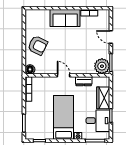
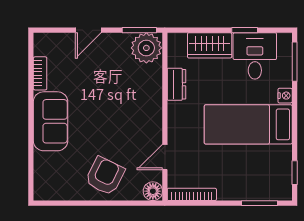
door: (64, 75) -> (165, 157), moved

